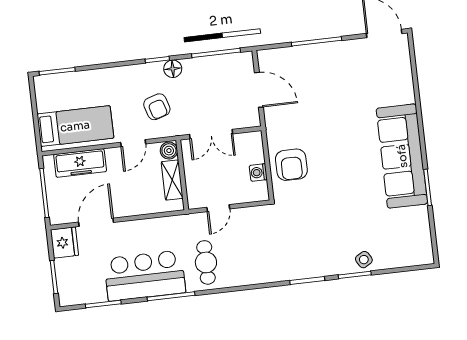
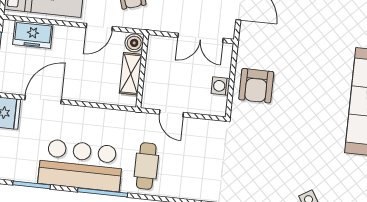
double door: (211, 134) -> (200, 38), moved
freezer: (80, 163) -> (33, 34), width x0.71
door: (218, 208) -> (171, 113), hinge flipped

